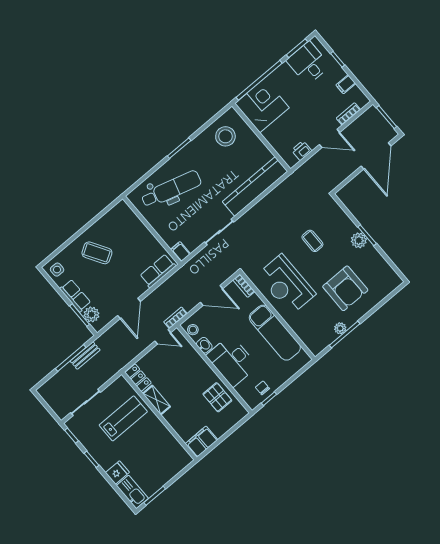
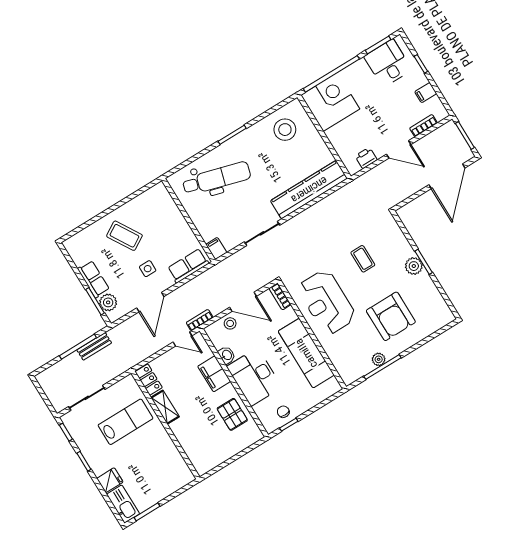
side table: (57, 270) -> (148, 269), moved
stool: (193, 330) -> (230, 323), moved
filing cabinet: (201, 442) -> (214, 374), moved, turned -90

